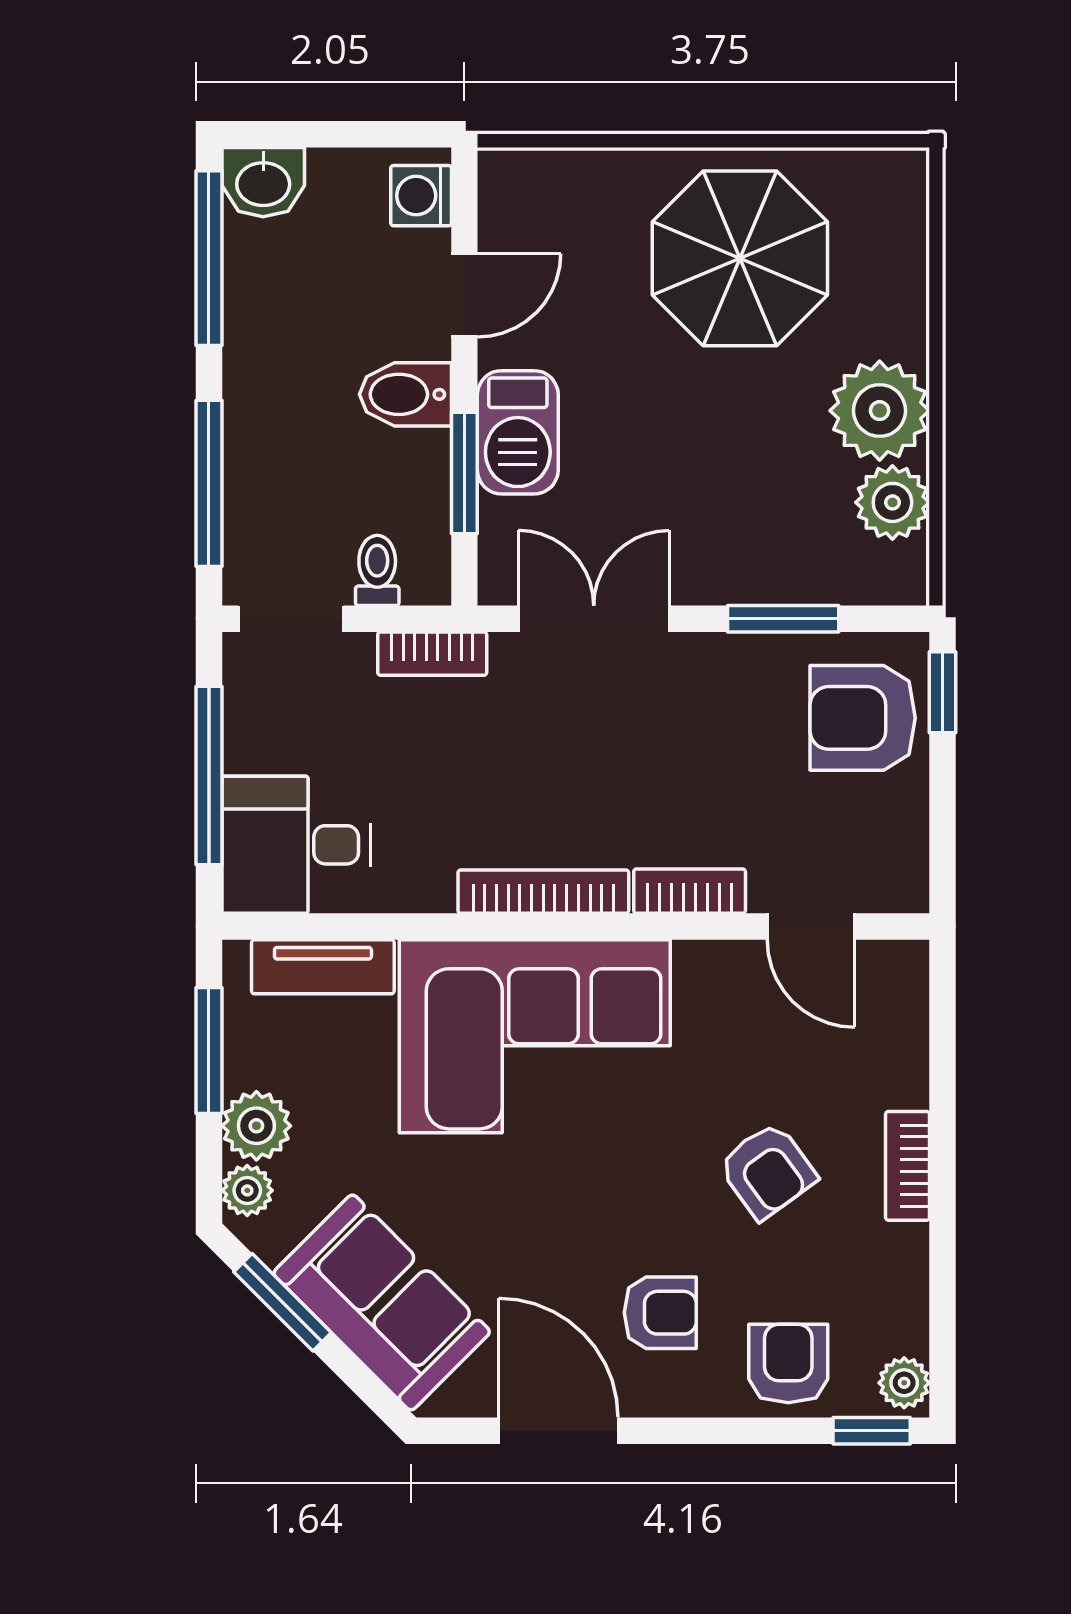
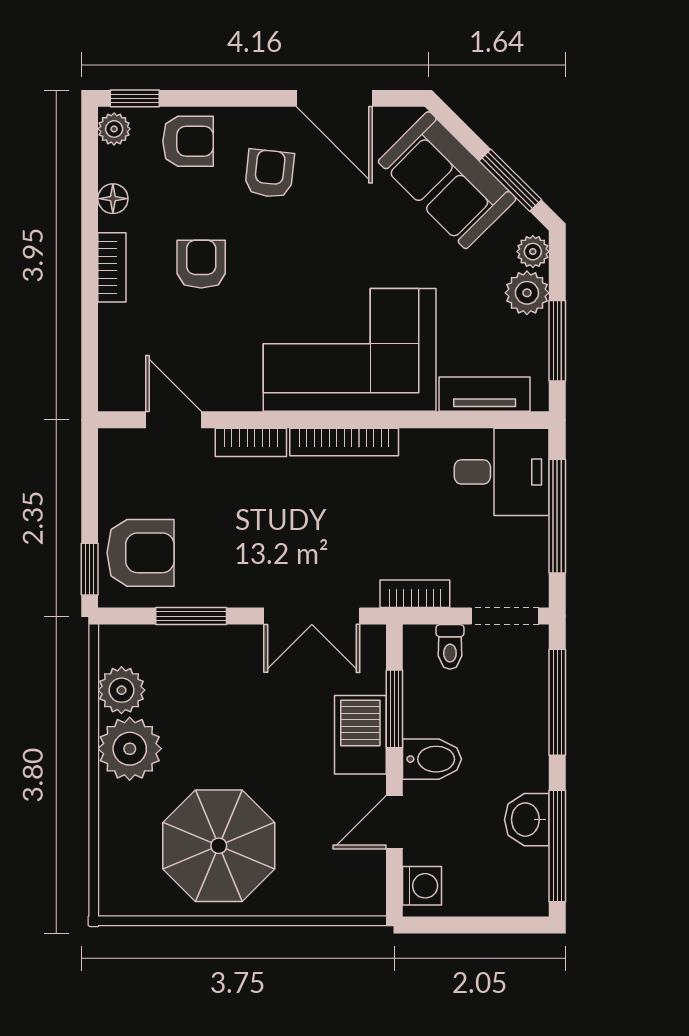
washbasin: (263, 182) -> (527, 820), moved, turned -90
armchair: (767, 1171) -> (201, 264), turned 36
floor lamp: (906, 1273) -> (113, 199), added
armchair: (660, 1313) -> (269, 174), turned 96
armchair: (788, 1363) -> (188, 141), turned -90

